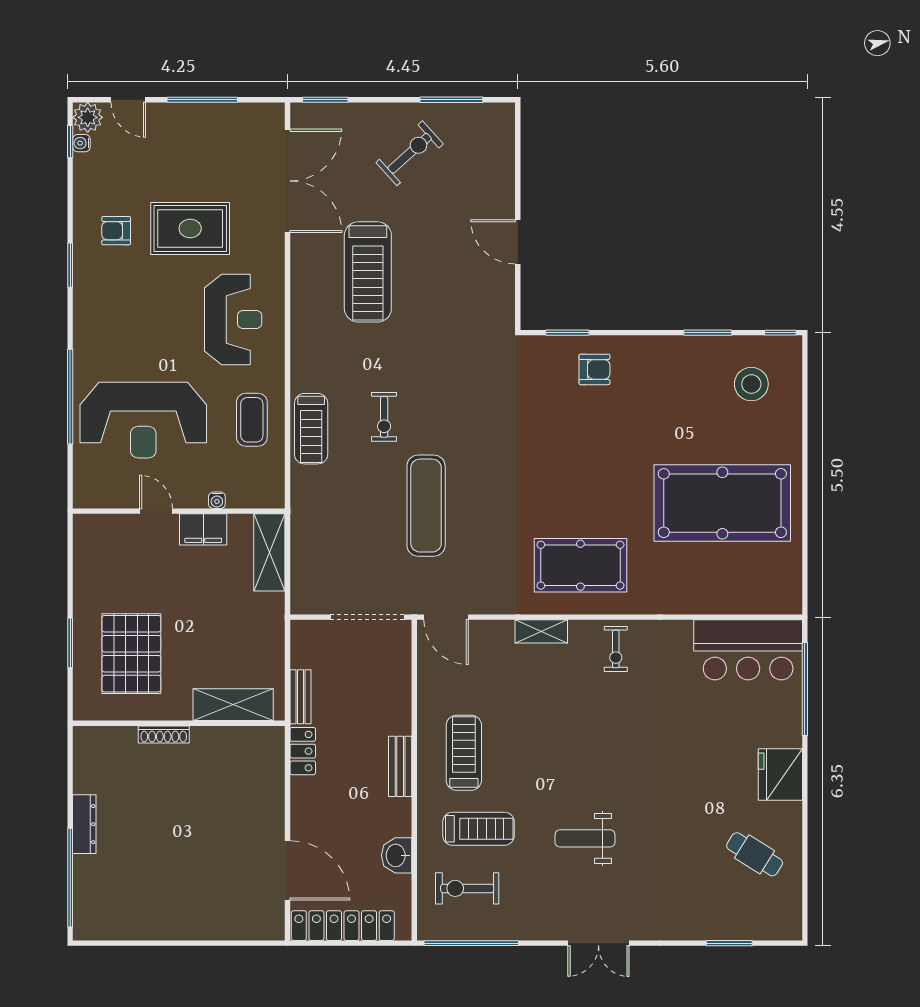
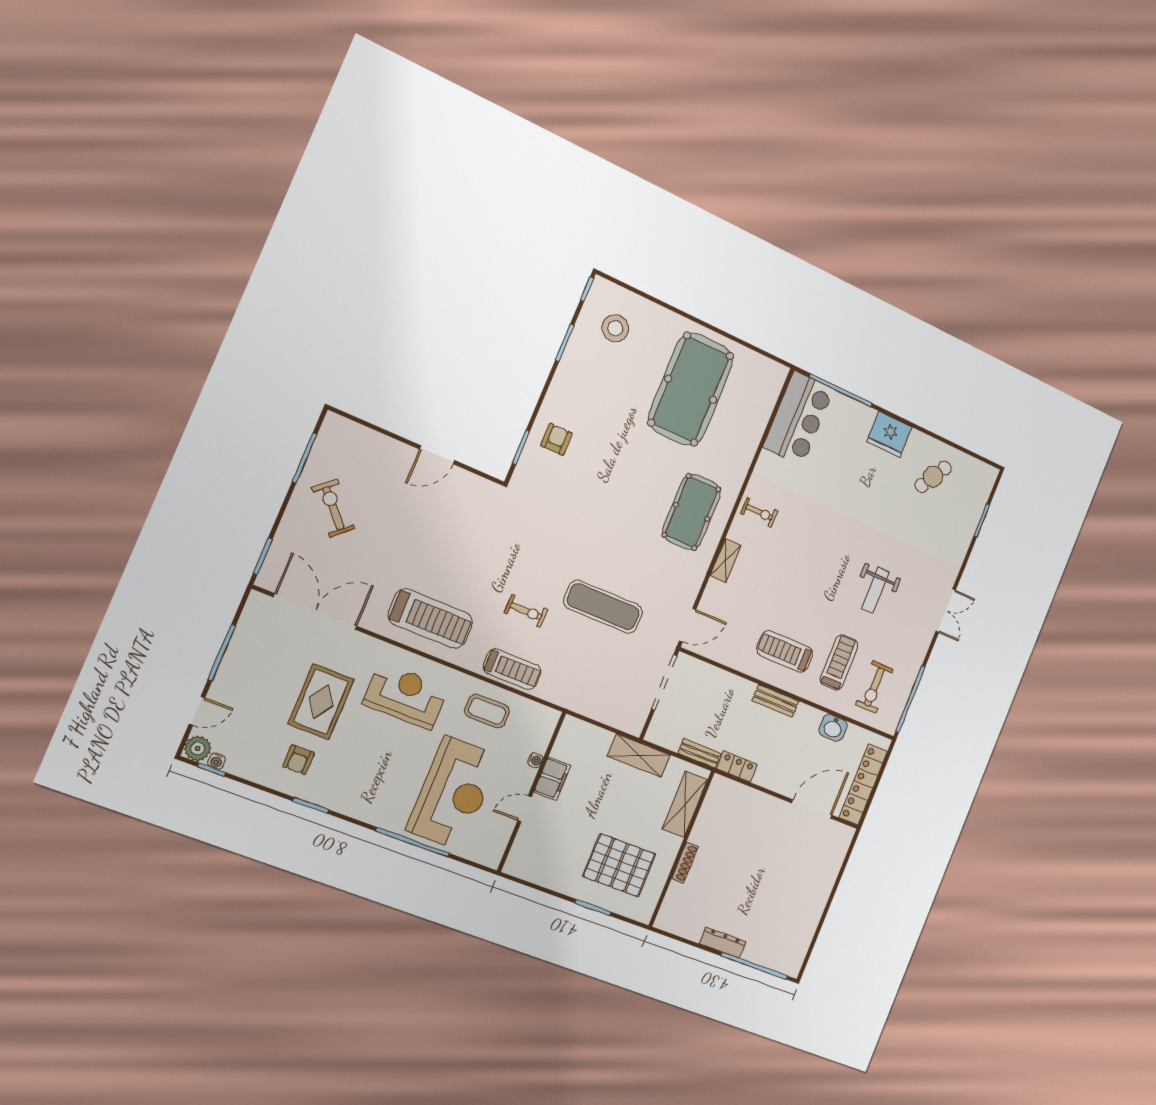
treadmill: (368, 272) -> (430, 619), moved
shelving: (269, 552) -> (639, 756), moved

